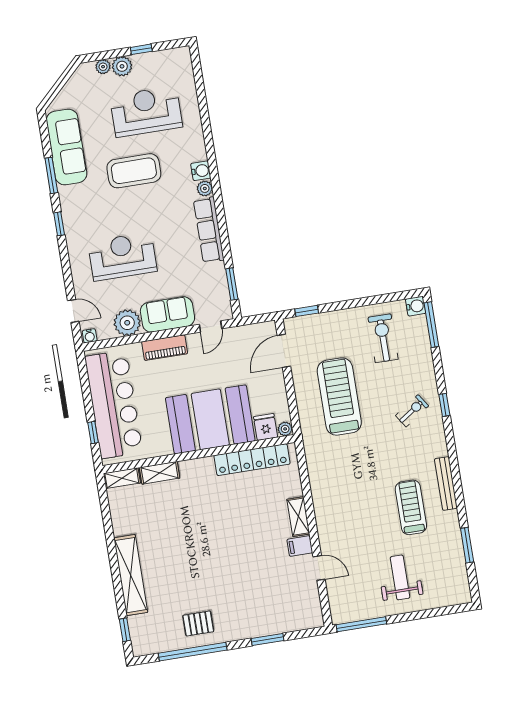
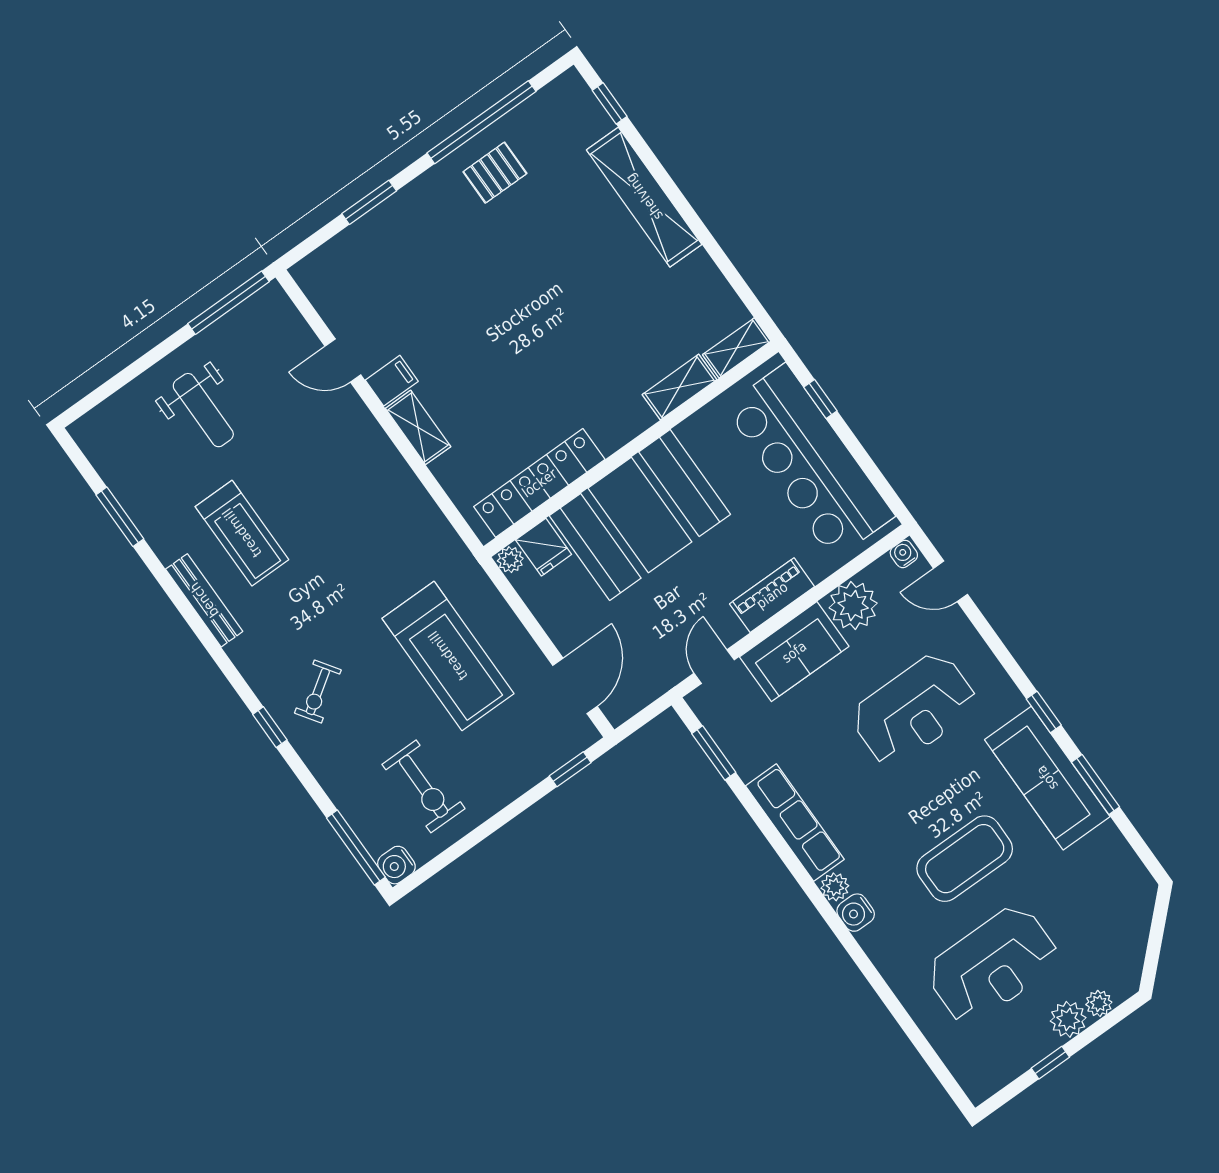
sofa: (67, 147) -> (1047, 778), moved

